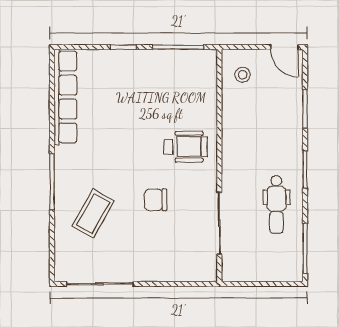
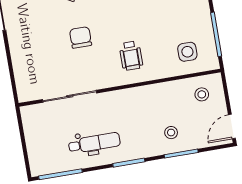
side table: (192, 83) -> (187, 52), added
stool: (279, 116) -> (171, 133), added
wheelchair: (186, 147) -> (131, 56), width x0.73, depth x0.73
dental chair: (276, 204) -> (94, 143), turned 180

